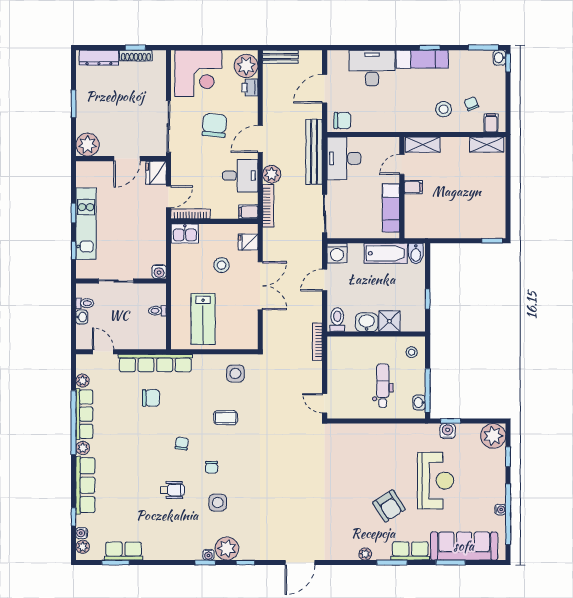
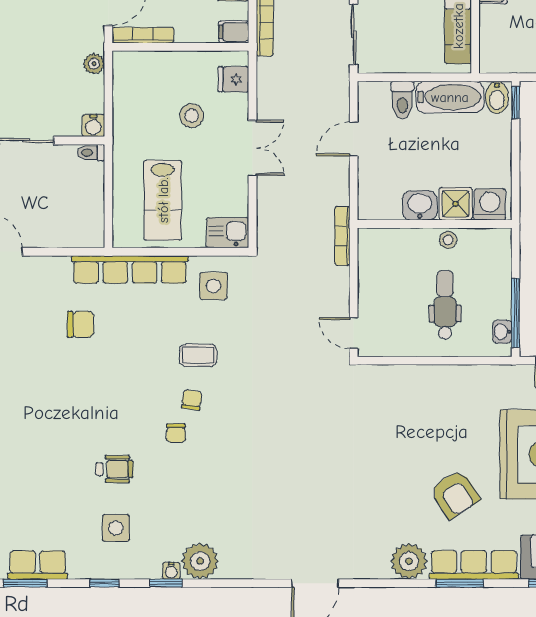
plant: (159, 232) -> (94, 64), added
kitchen sink: (185, 234) -> (228, 233), moved, turned 180
washing machine: (337, 253) -> (490, 204), moved, turned 180
double door: (260, 286) -> (253, 148), width x0.73
window: (428, 299) -> (516, 103), moved
toilet: (157, 311) -> (91, 153), moved
toilet: (337, 320) -> (402, 100), moved, turned 180
stool: (412, 352) -> (448, 240), moved
row of seats: (155, 363) -> (130, 269), moved
chair: (182, 443) -> (192, 400), moved
side table: (218, 503) -> (116, 528), moved
row of seats: (410, 551) -> (474, 565), width x1.48
plant: (365, 554) -> (409, 561), width x1.87, depth x1.87
window: (245, 563) -> (104, 583), moved

